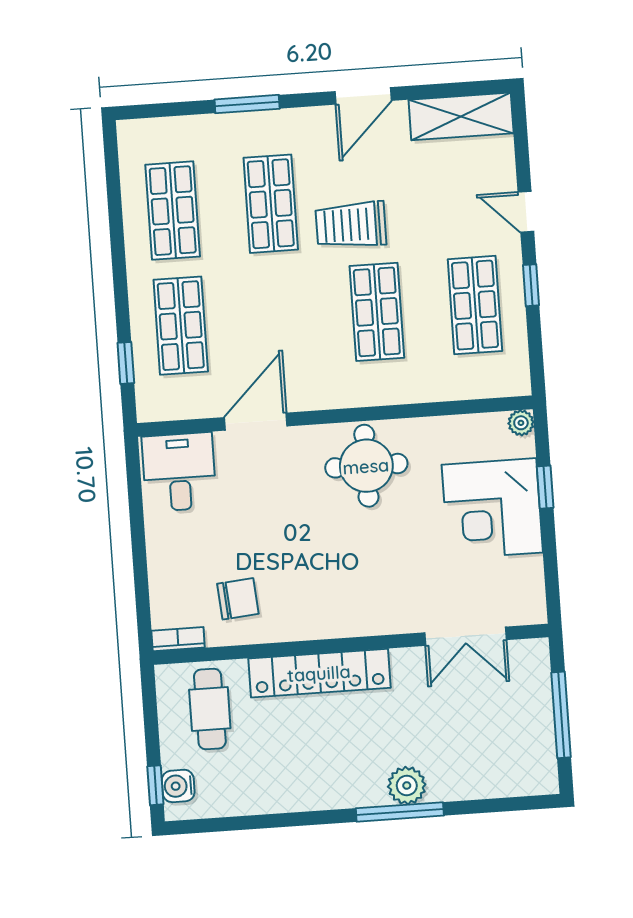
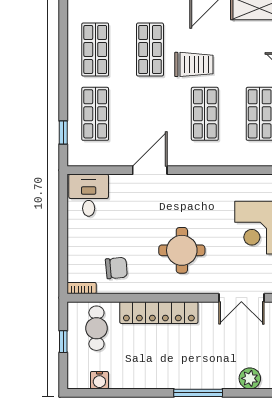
trolley: (351, 225) -> (194, 64), turned 180
door: (256, 422) -> (150, 170), moved
round table: (366, 466) -> (182, 250), moved
window: (155, 785) -> (63, 342), moved
water cooler: (178, 786) -> (99, 380), moved, turned -90
plant: (407, 786) -> (250, 378), moved

